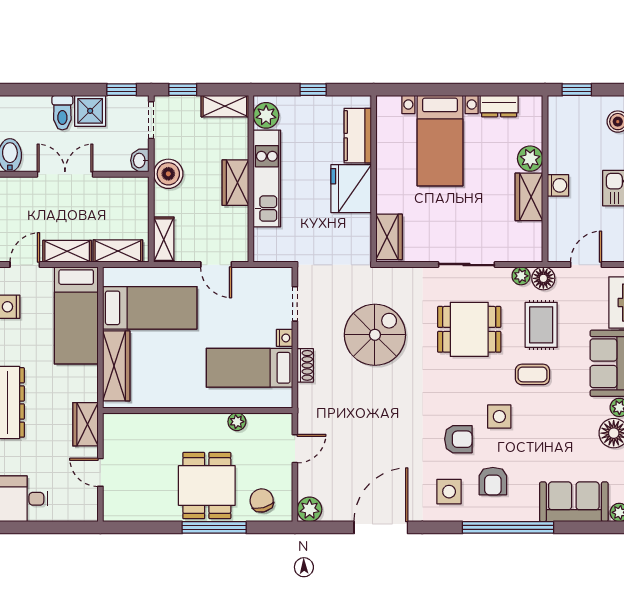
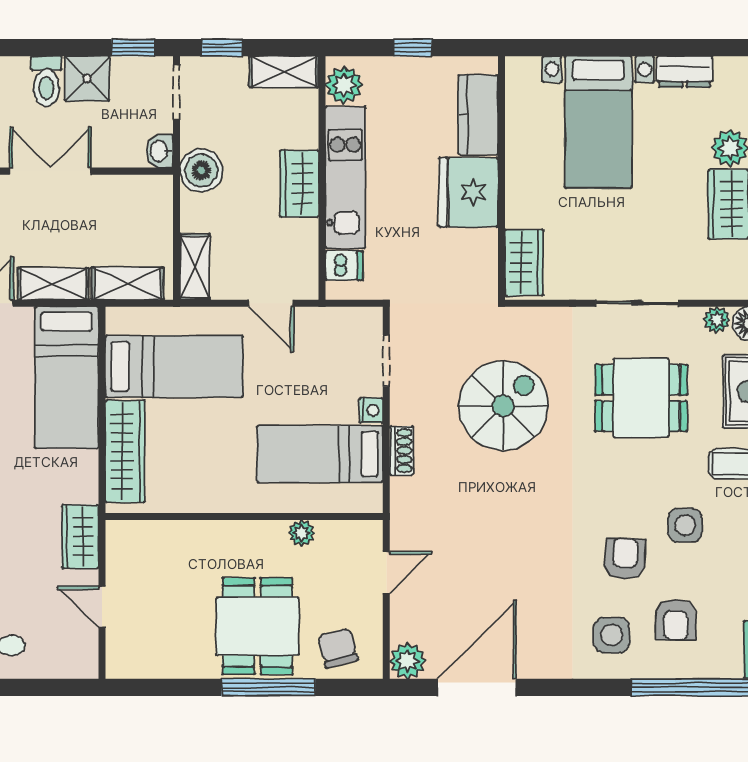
dishwasher: (266, 239) -> (344, 266), added
armchair: (458, 439) -> (625, 558), turned -87
door: (381, 527) -> (477, 687), moved

